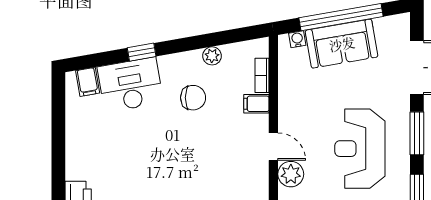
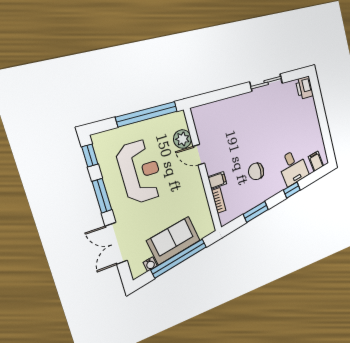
water cooler: (297, 39) -> (150, 264), moved
window: (210, 40) -> (256, 212), added
plant: (212, 56) -> (252, 202), removed
desk: (130, 85) -> (293, 167), width x0.73

